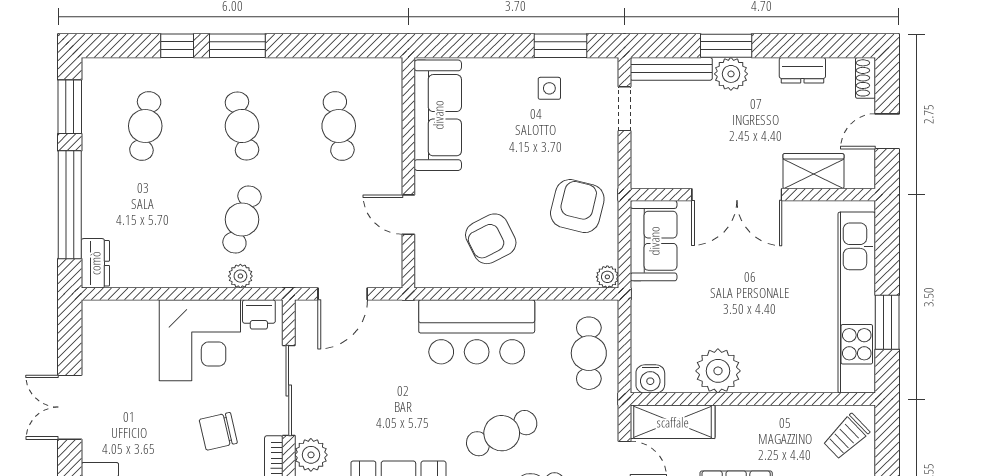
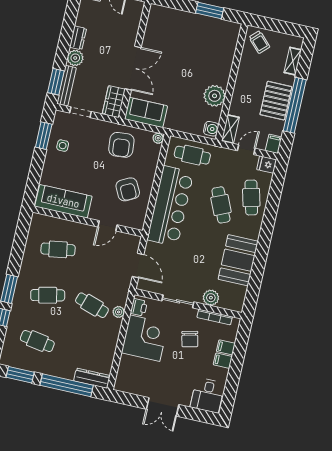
window: (726, 46) -> (56, 82), moved
dresser: (802, 70) -> (78, 38), moved
wardrobe: (813, 171) -> (114, 102), moved
armchair: (577, 206) -> (121, 145), turned -109
dresser: (95, 263) -> (92, 378), width x1.44
kitchen unit: (857, 303) -> (197, 23), removed
bar counter: (477, 332) -> (170, 206), width x1.36
sliding door: (289, 390) -> (178, 301), width x0.73
shelving: (673, 422) -> (230, 129), width x0.67, depth x0.75

